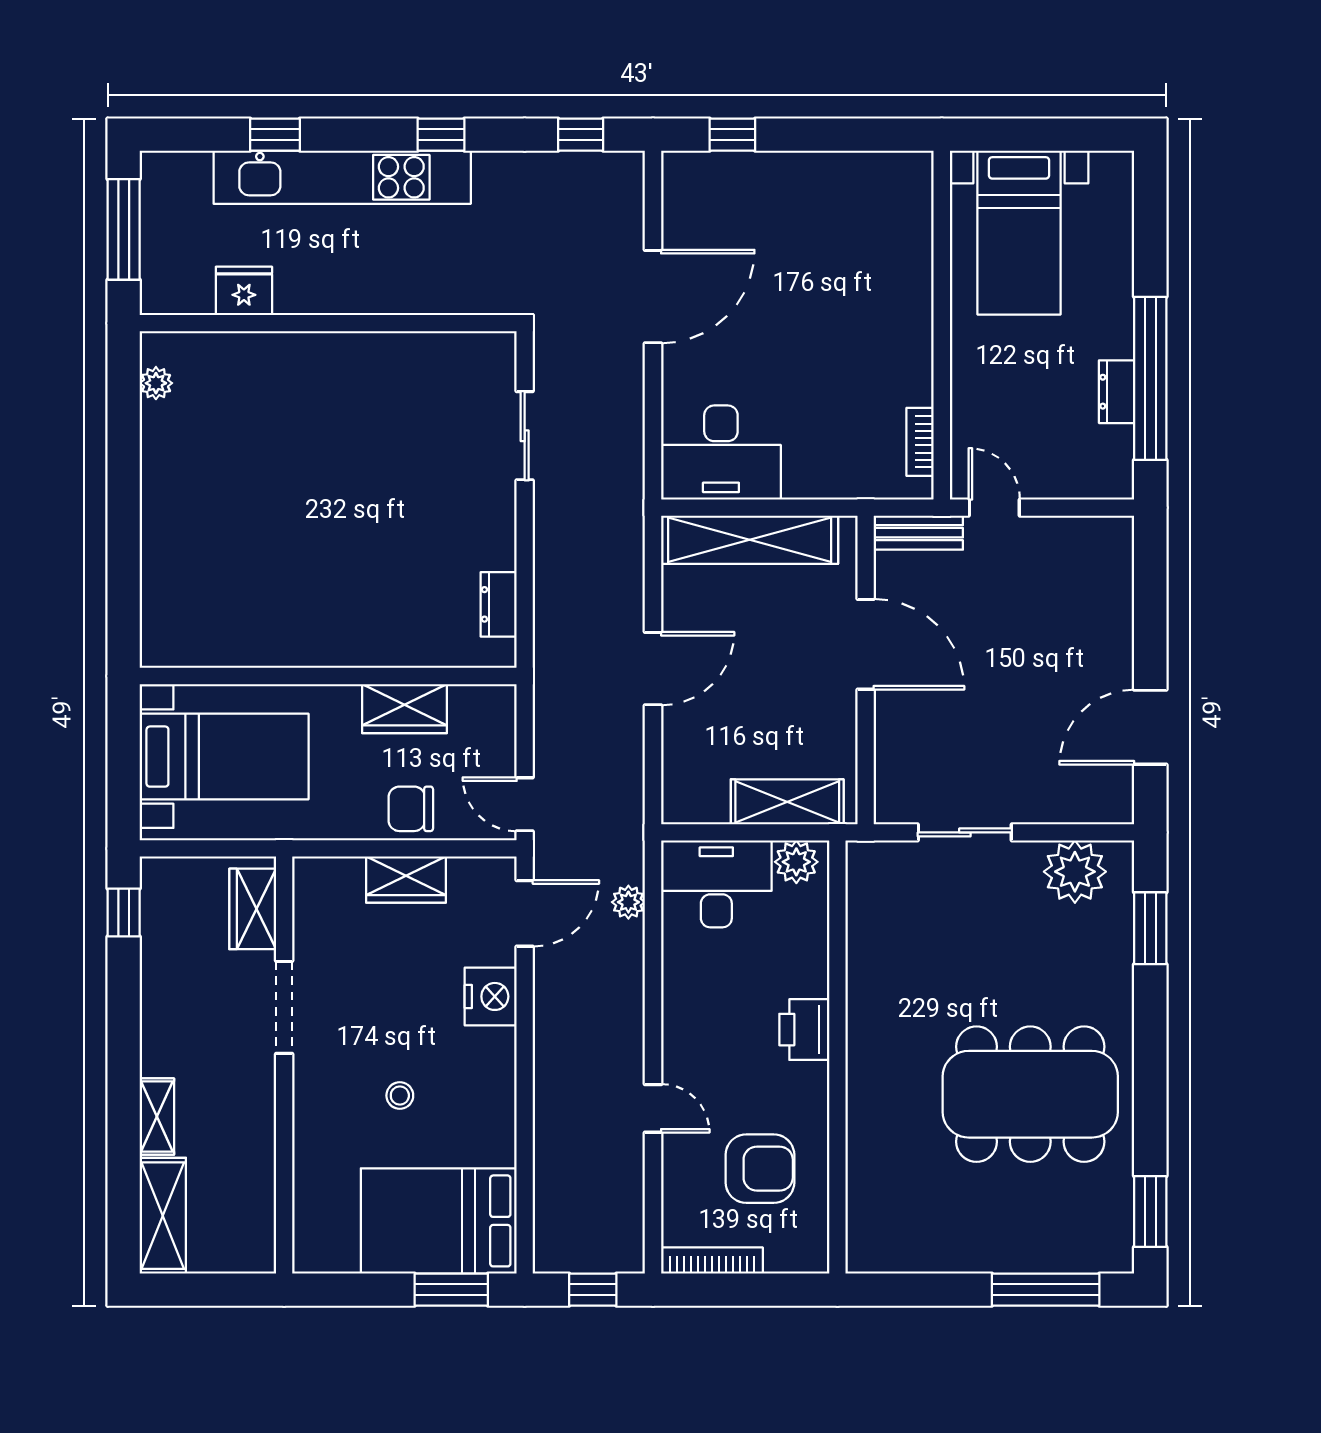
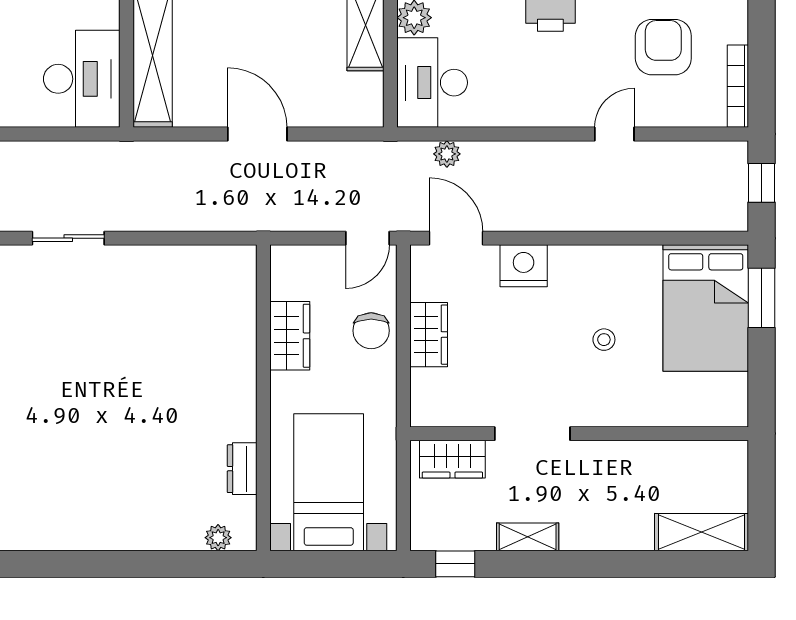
plant: (156, 383) -> (218, 538), moved
dresser: (499, 604) -> (242, 469), moved, turned 90
shelving: (157, 1117) -> (528, 537), moved

